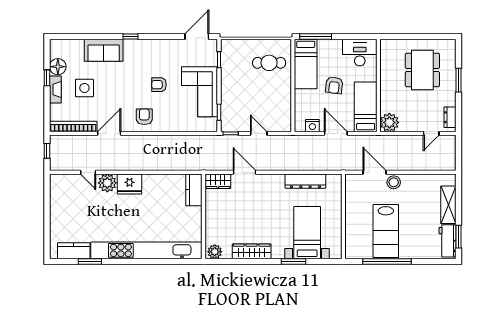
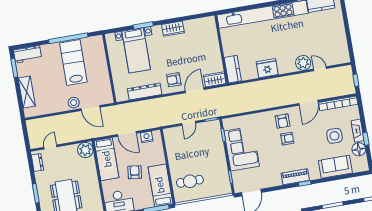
piano: (140, 46) -> (295, 177), added
sofa: (104, 50) -> (335, 167), moved
armchair: (159, 85) -> (287, 139), moved
door: (259, 133) -> (189, 123), hinge flipped
door: (245, 172) -> (195, 90), swing flipped
fridge: (130, 184) -> (267, 68), moved
armchair: (268, 189) -> (174, 80), added
workbench: (447, 241) -> (28, 54), moved, turned 90
wardrobe: (252, 251) -> (173, 29), width x0.67
plant: (215, 252) -> (208, 22), removed

